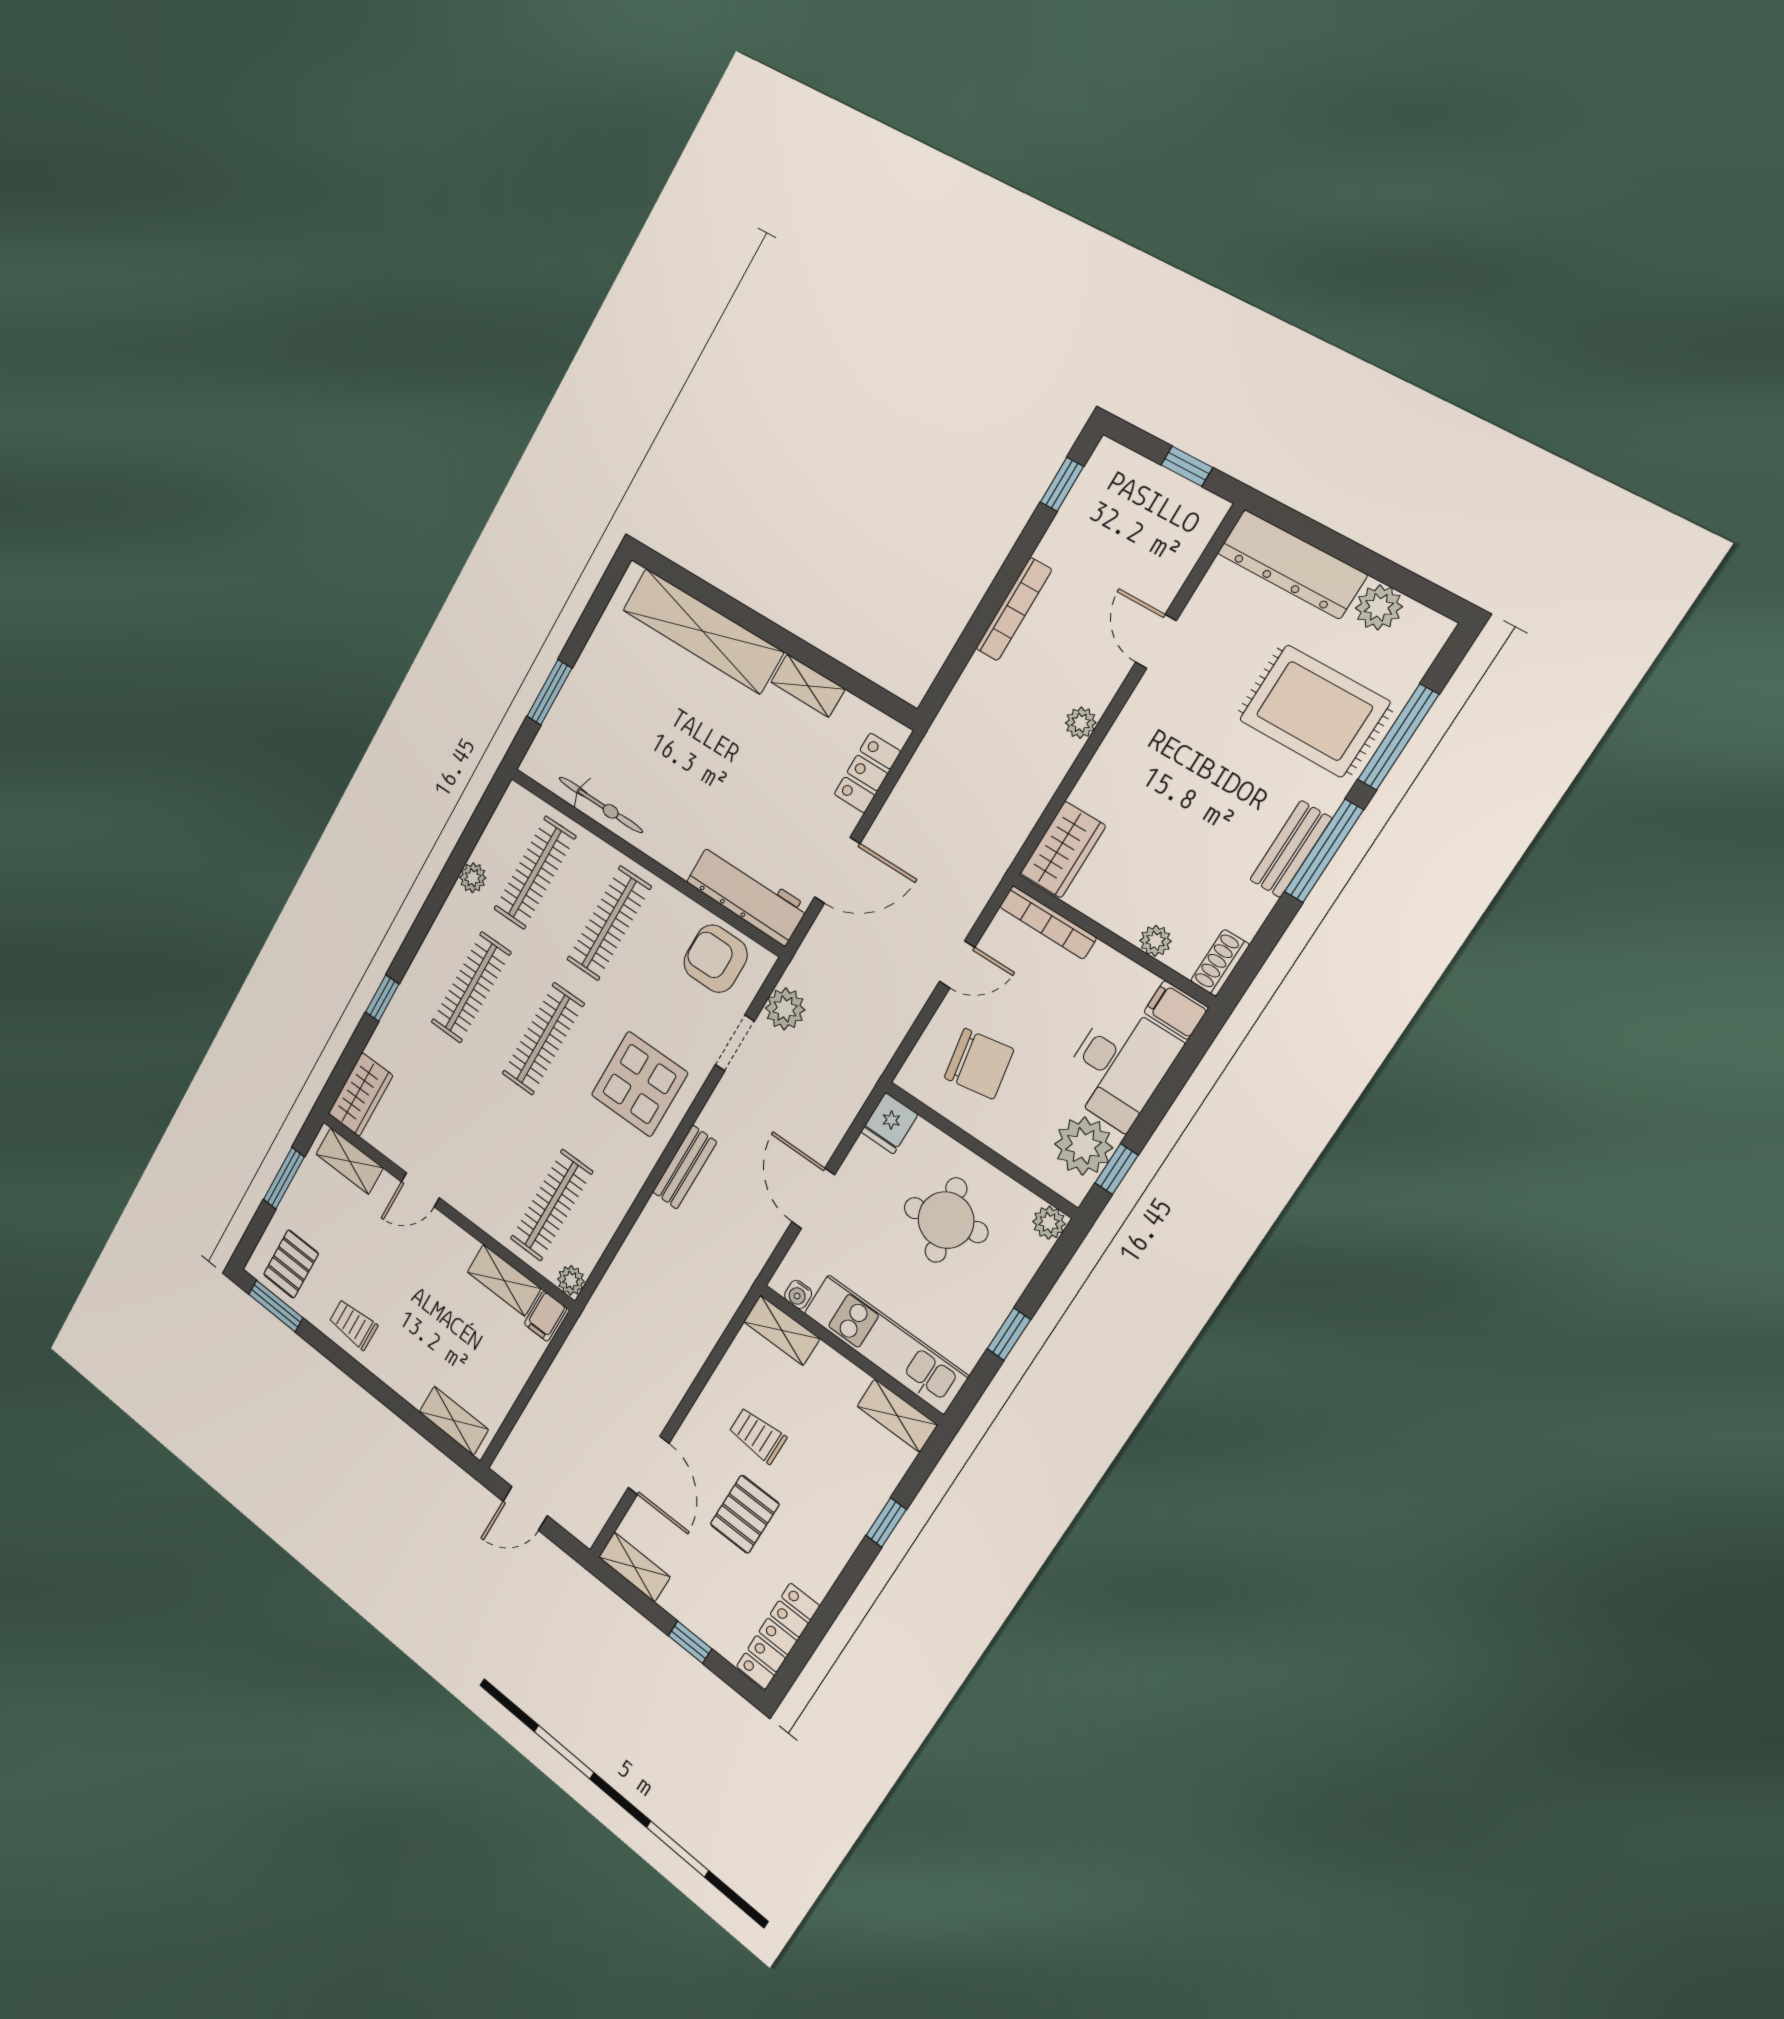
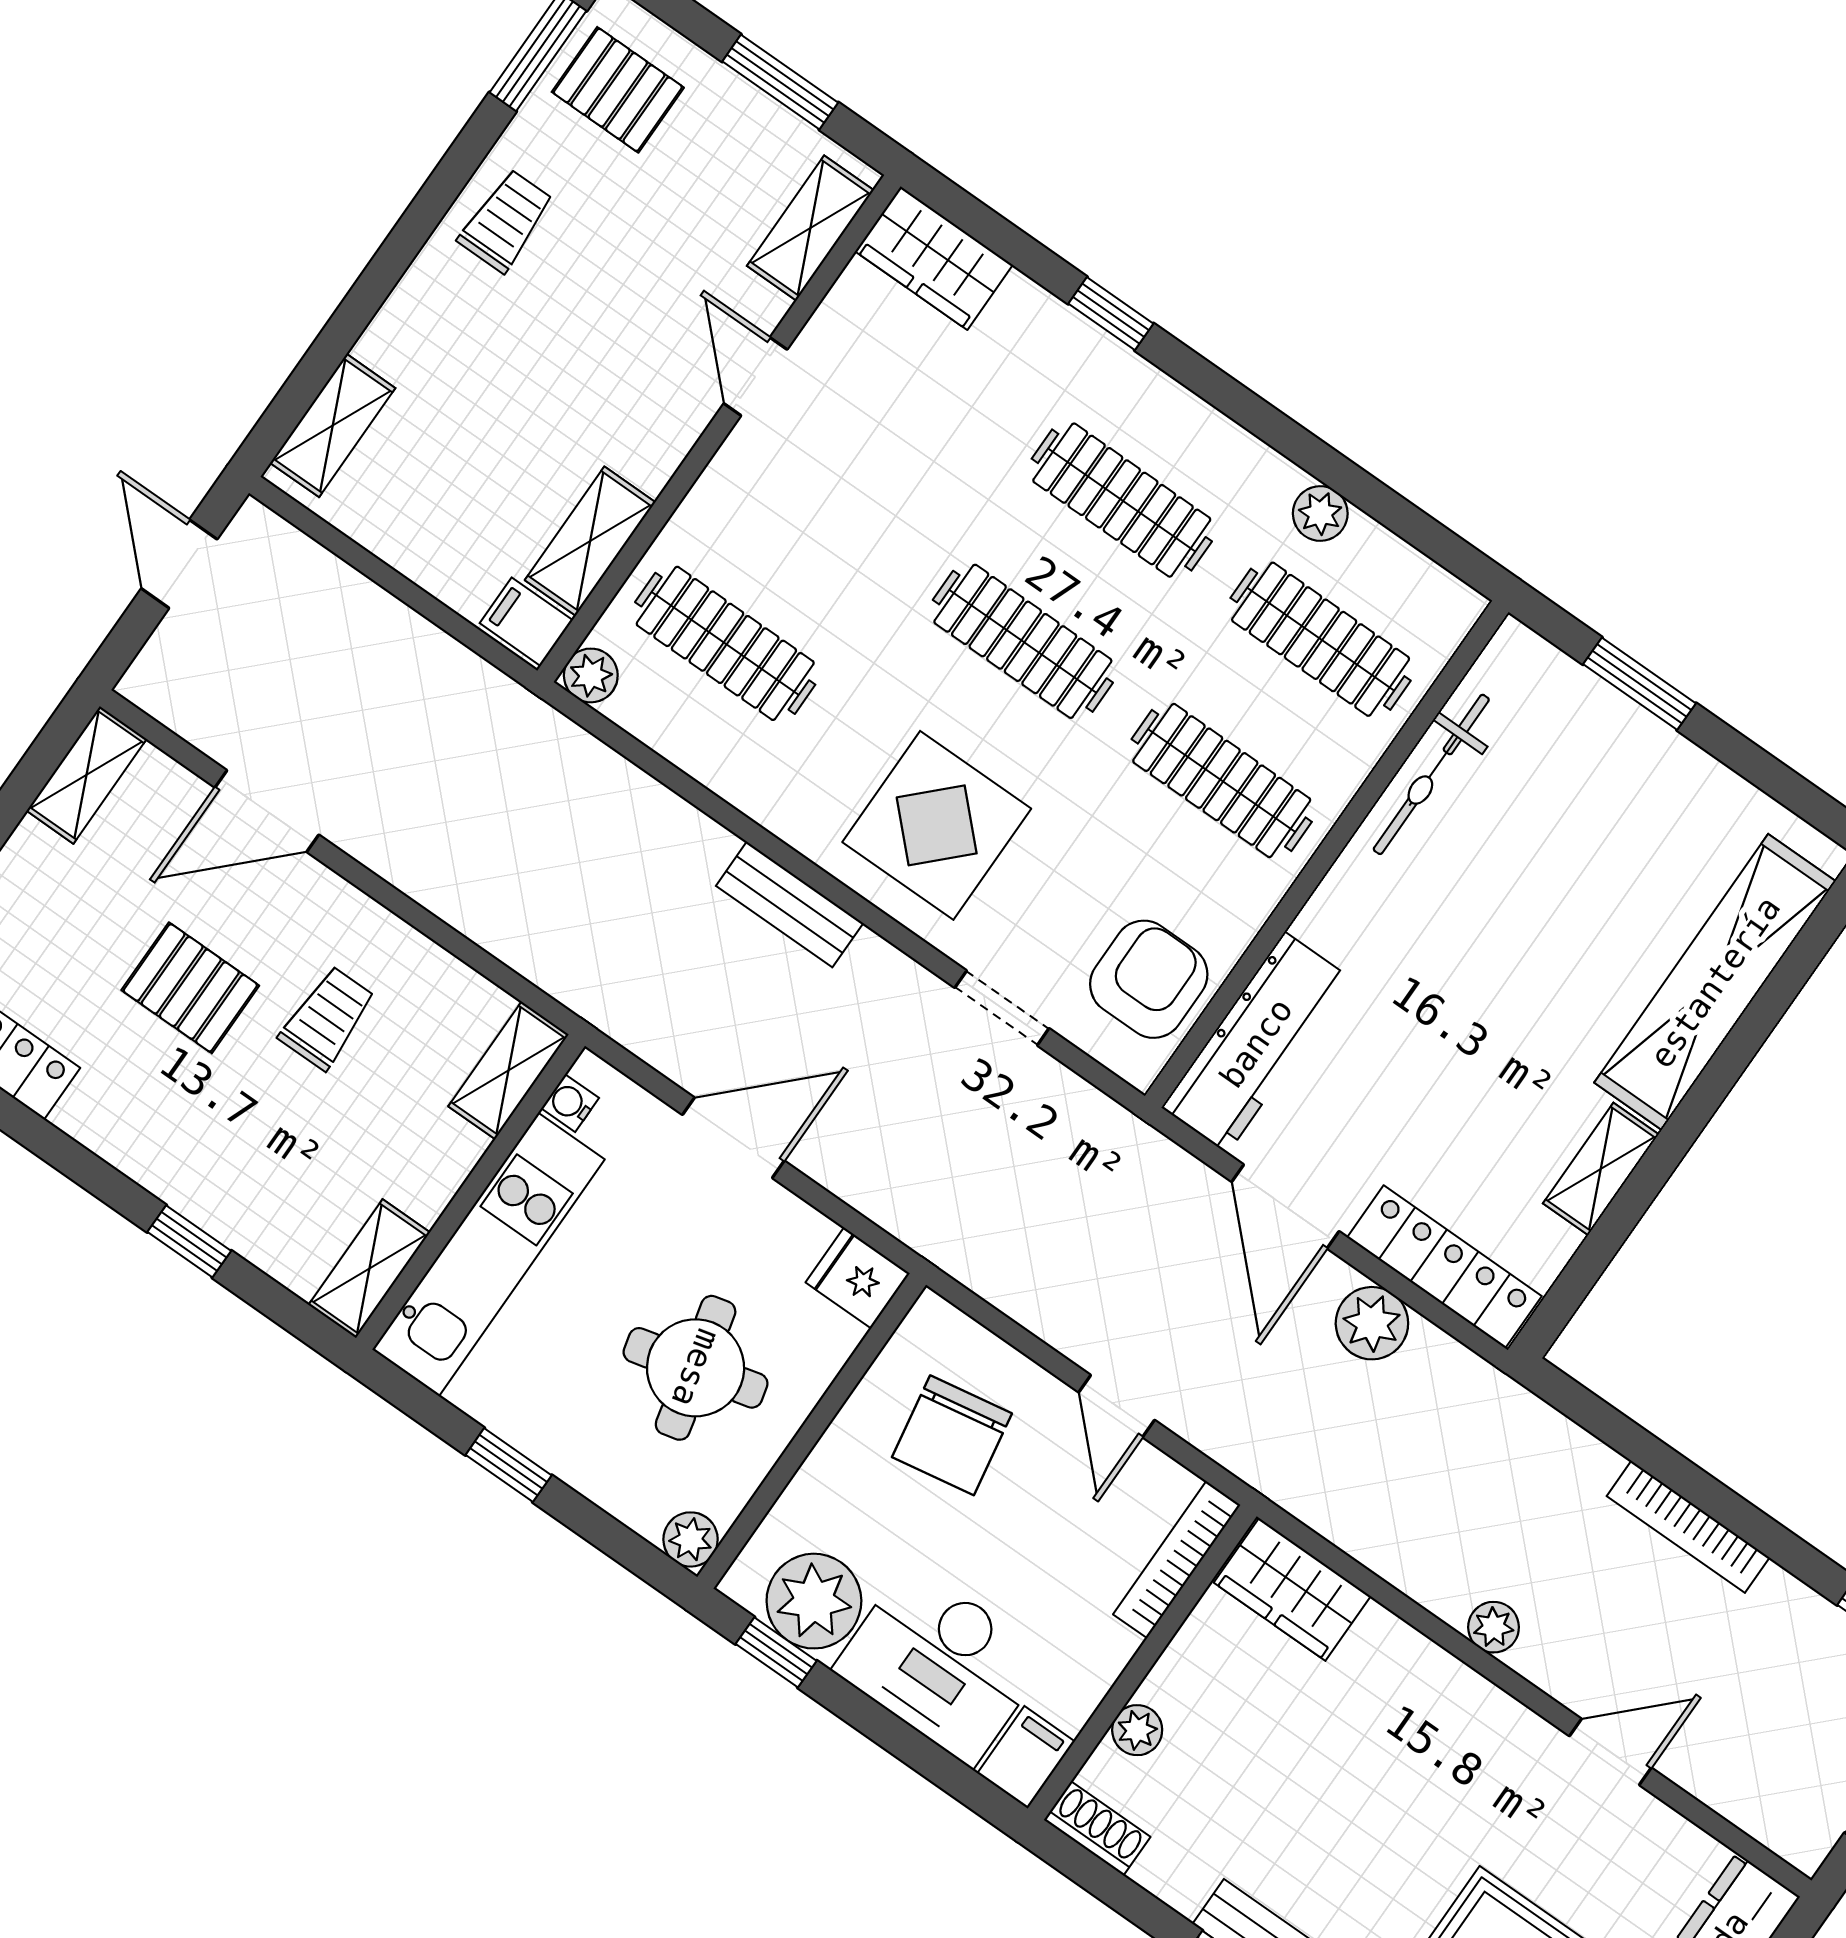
locker: (867, 773) -> (1444, 1267), width x1.53
plant: (785, 1009) -> (1372, 1323), moved

